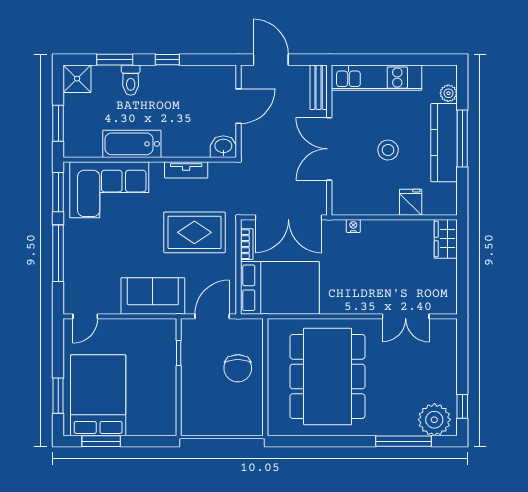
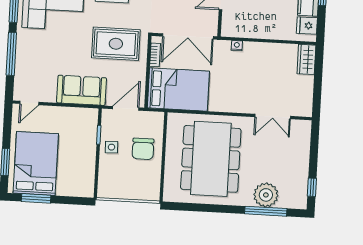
fridge: (411, 202) -> (307, 26), moved, turned -90
side table: (196, 368) -> (111, 147), added
plant: (434, 420) -> (266, 195), moved

